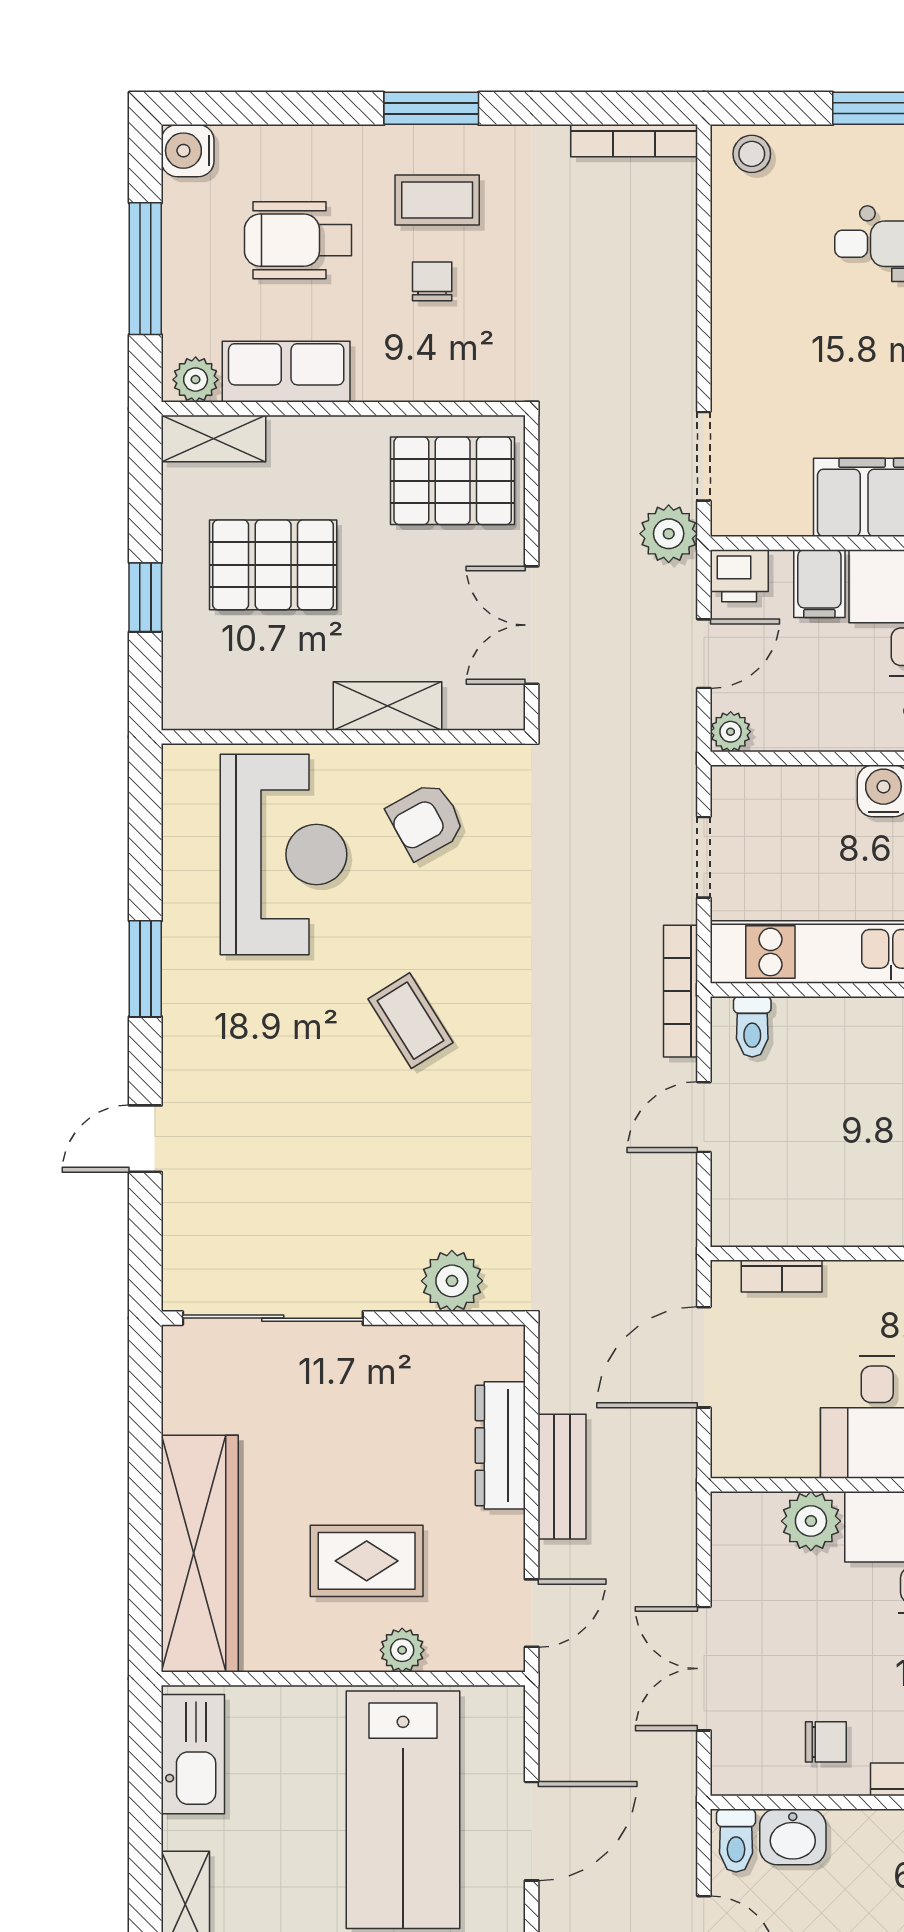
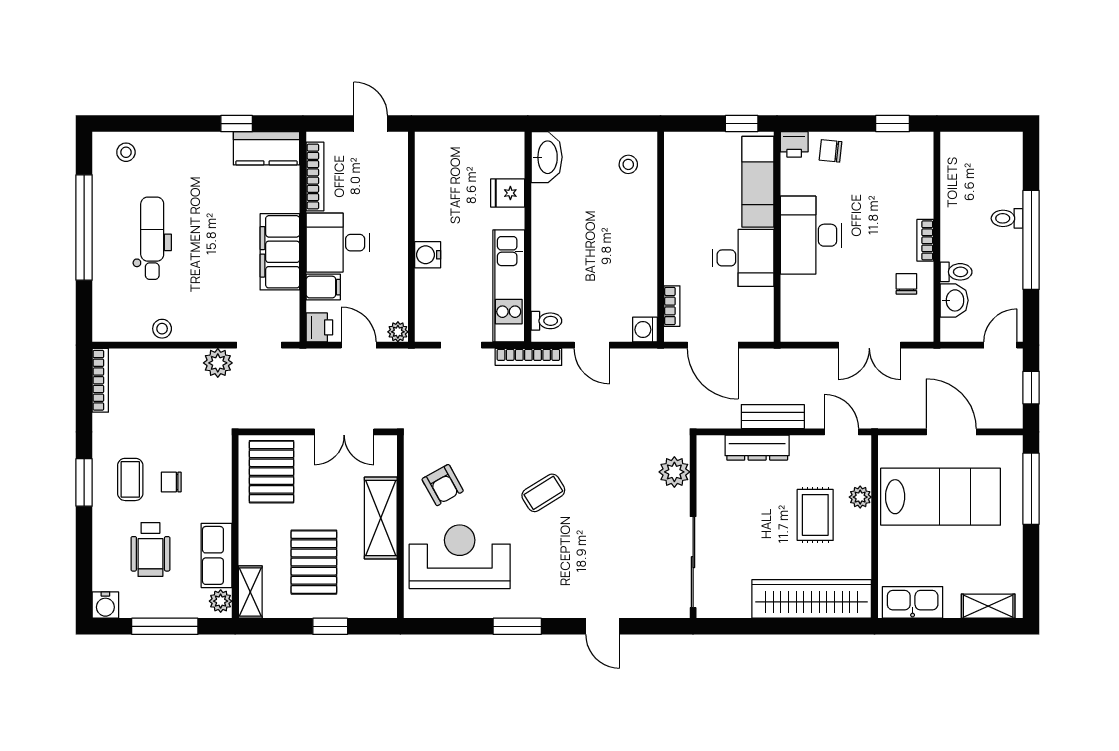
stool: (752, 154) -> (162, 329), moved
plant: (669, 534) -> (218, 363), moved
shelving: (388, 706) -> (381, 518), width x1.50, depth x1.33
washing machine: (735, 1222) -> (645, 330), added
plant: (811, 1521) -> (795, 291), removed
toilet: (736, 1841) -> (956, 272), moved

